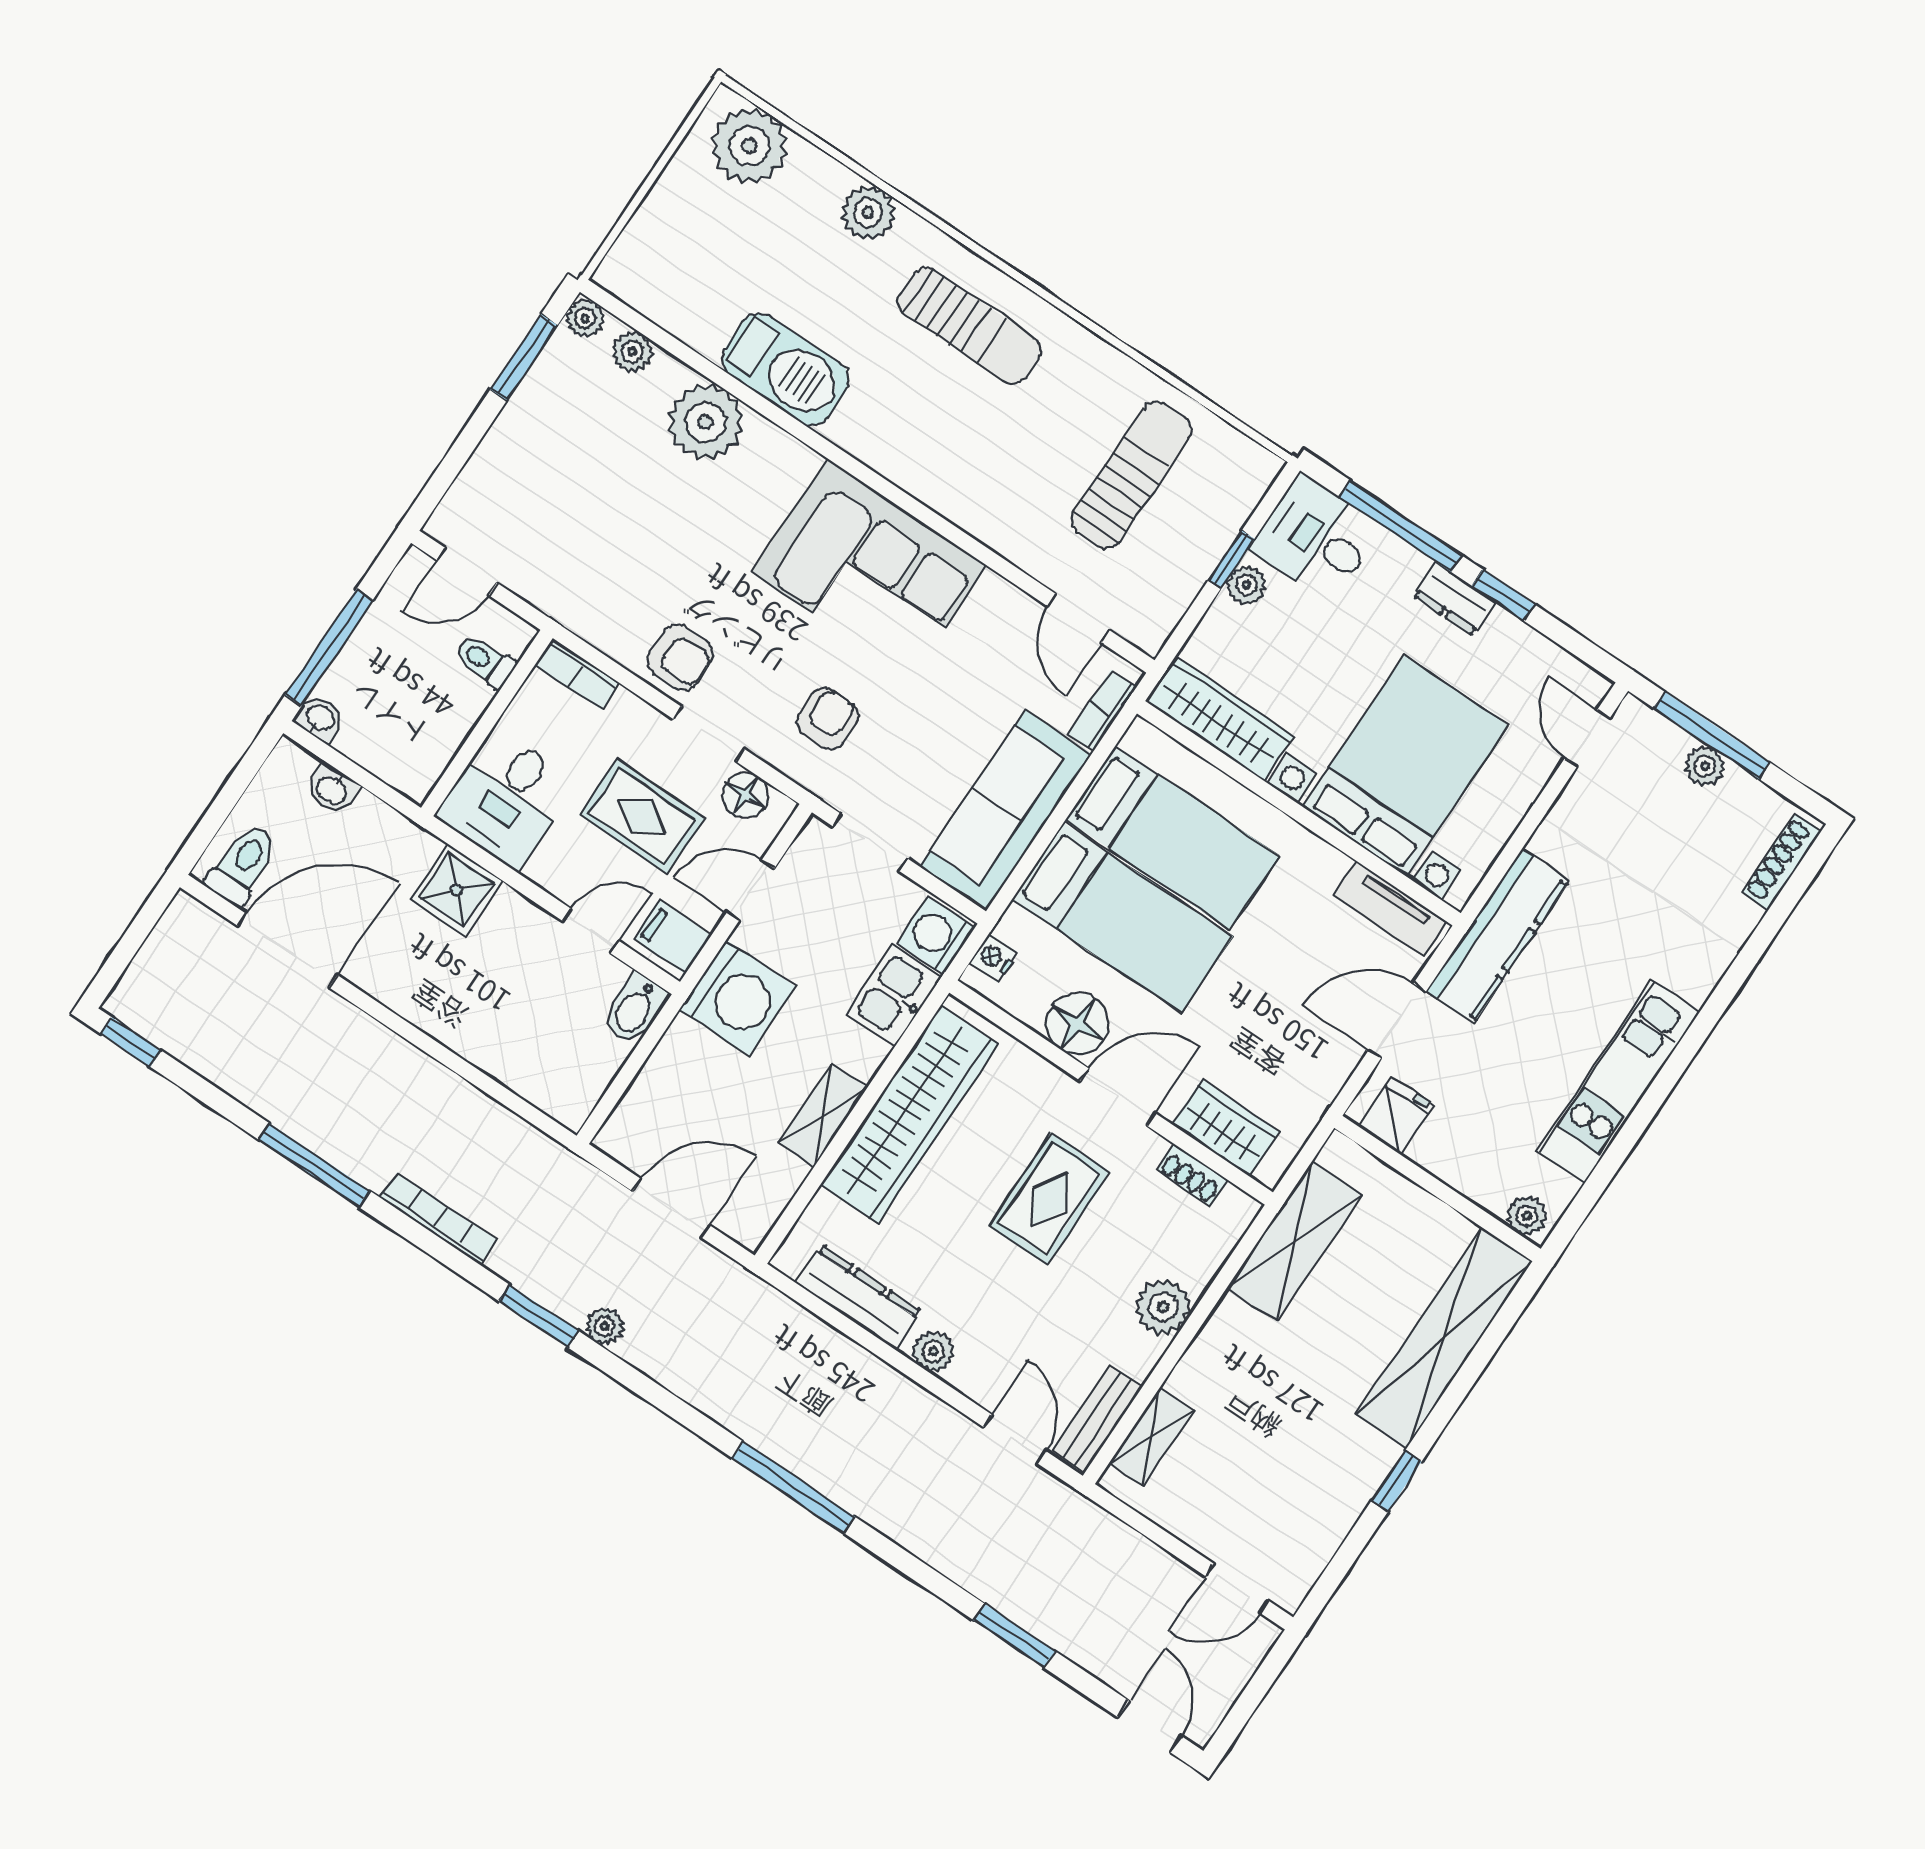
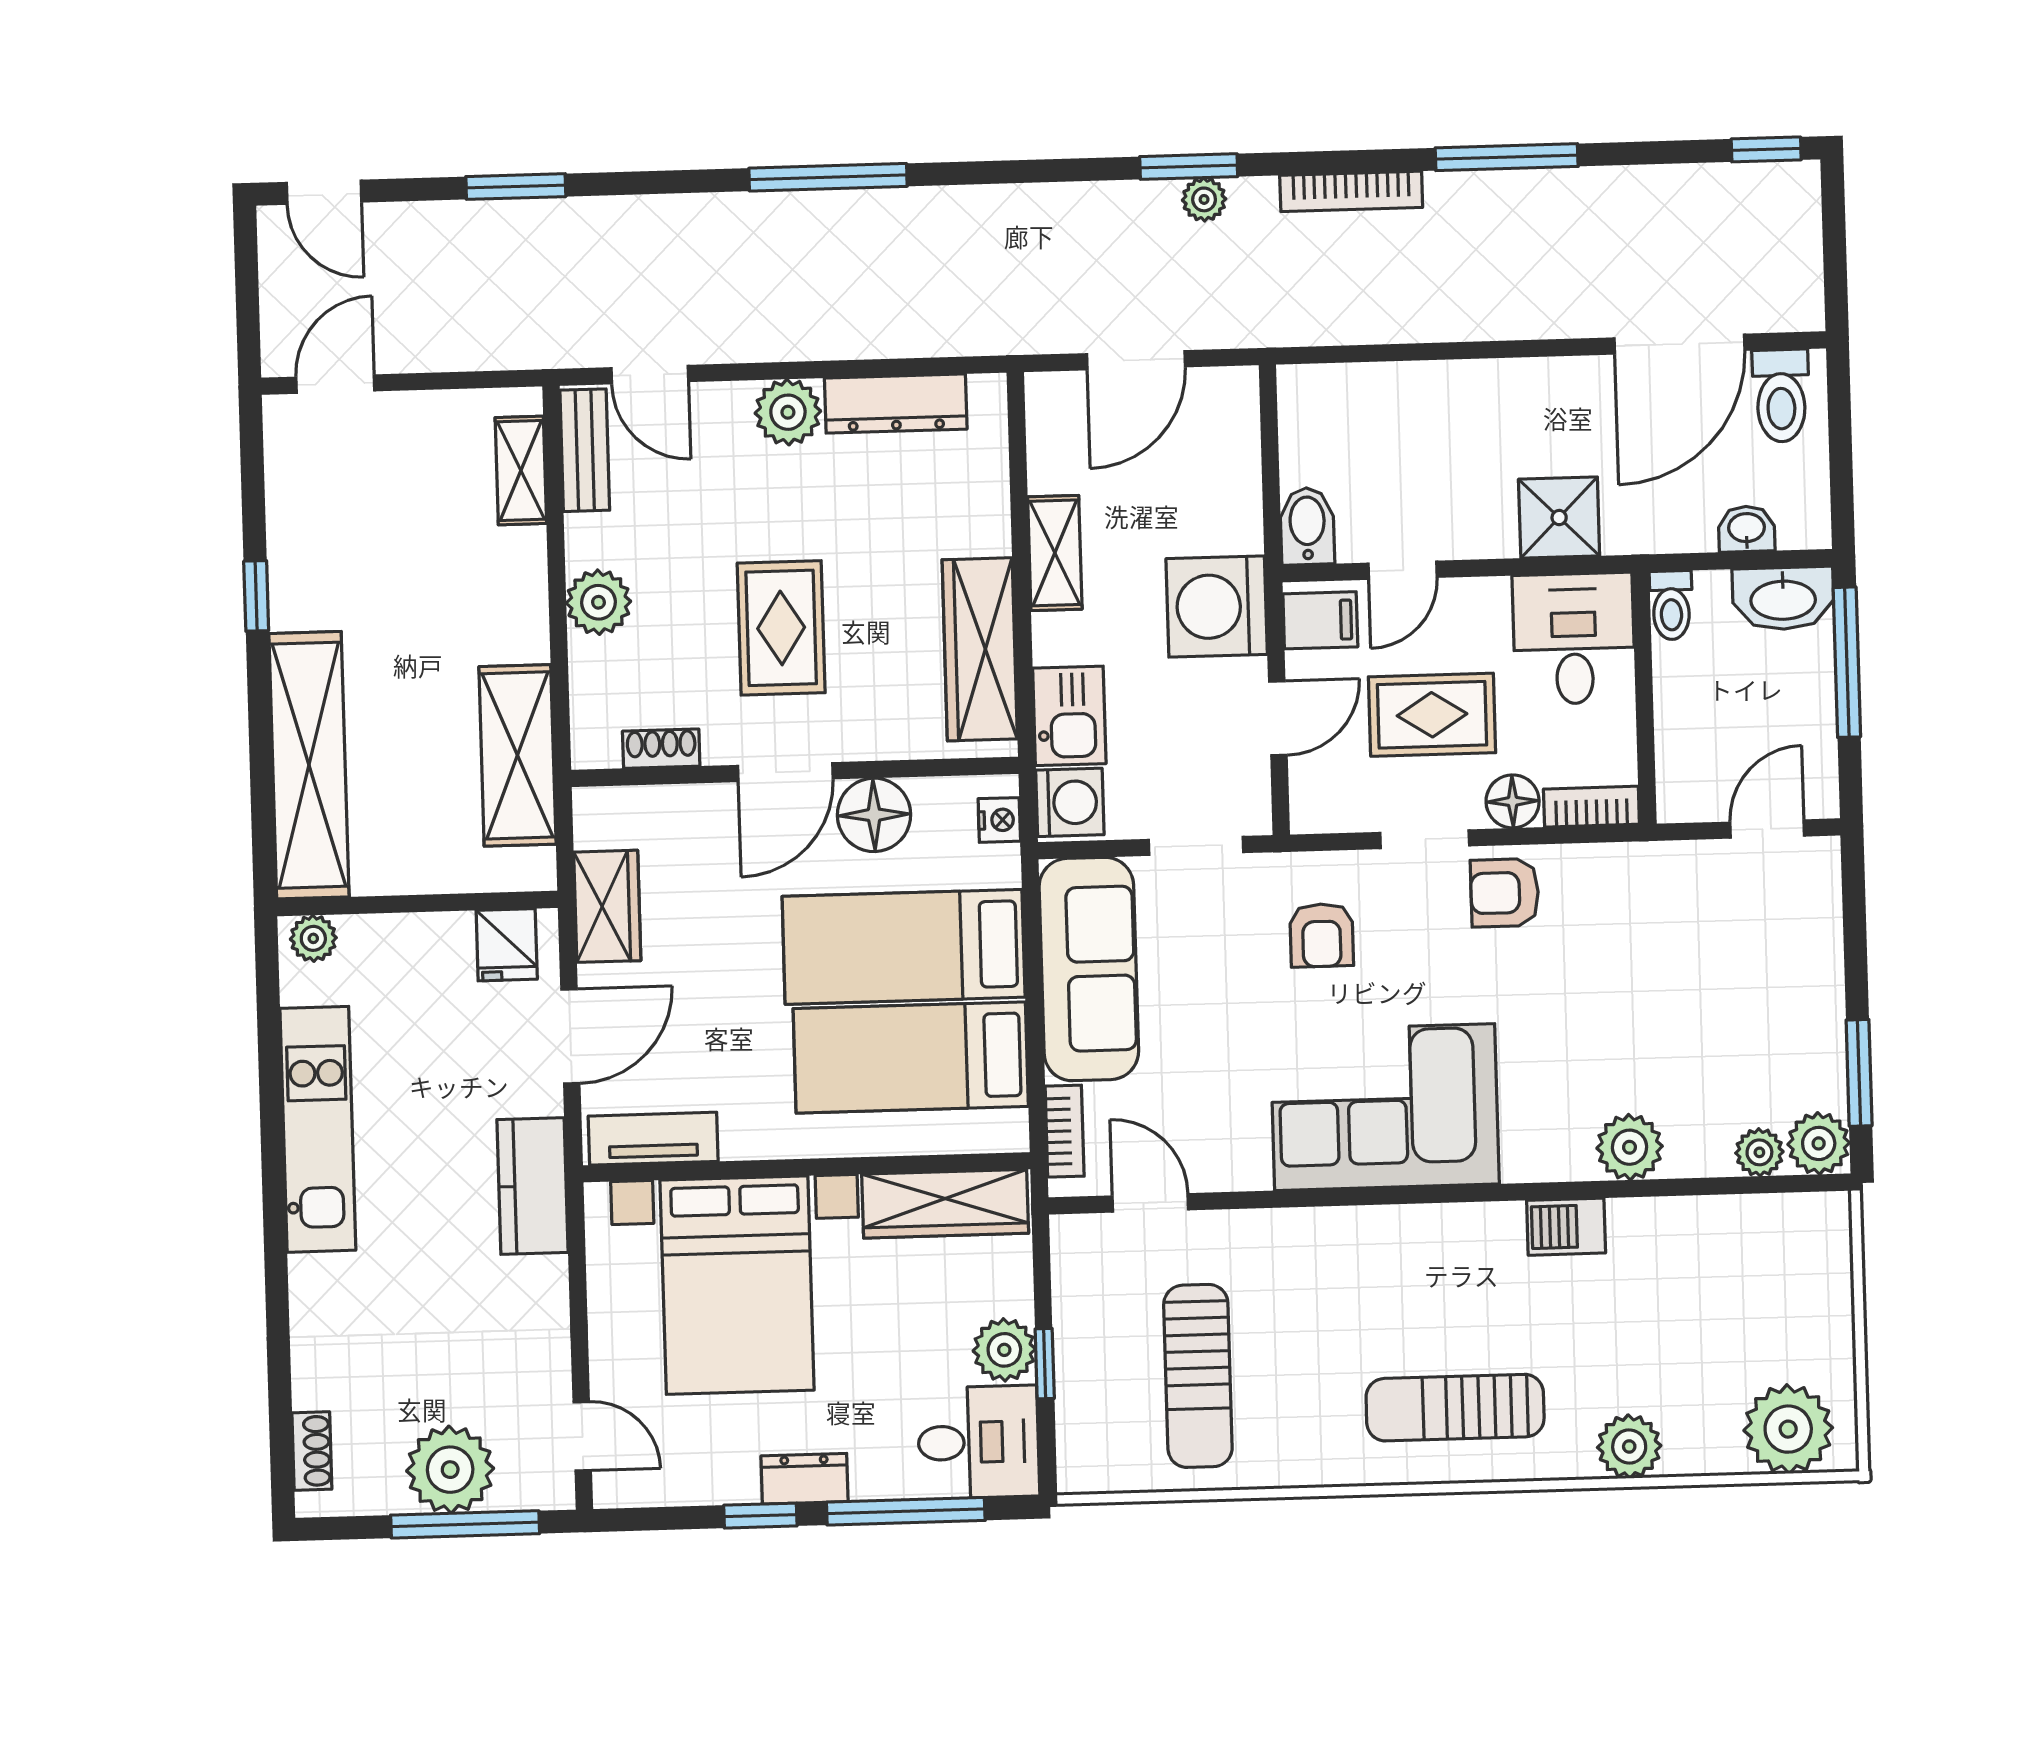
plant: (585, 318) -> (1819, 1143), width x1.38, depth x1.38
barbecue: (786, 369) -> (1566, 1227), width x0.53, depth x0.65
plant: (705, 422) -> (1630, 1147), width x0.73, depth x0.73
plant: (1246, 585) -> (1004, 1350), width x1.38, depth x1.38
toilet: (485, 661) -> (1671, 605), moved, turned 90
washbasin: (320, 718) -> (1783, 598), width x1.91, depth x1.45
plant: (1705, 766) -> (450, 1470), width x1.88, depth x1.88
floor lamp: (746, 795) -> (1513, 801), moved
shoe rack: (1781, 862) -> (312, 1451), width x0.70
kitchen counter: (1498, 936) -> (532, 1186), width x0.67
wardrobe: (910, 1114) -> (980, 649), width x0.71, depth x0.85
wardrobe: (1226, 1128) -> (607, 906), moved, turned -90
plant: (605, 1326) -> (1204, 199), moved
plant: (933, 1351) -> (788, 412), width x1.38, depth x1.38

